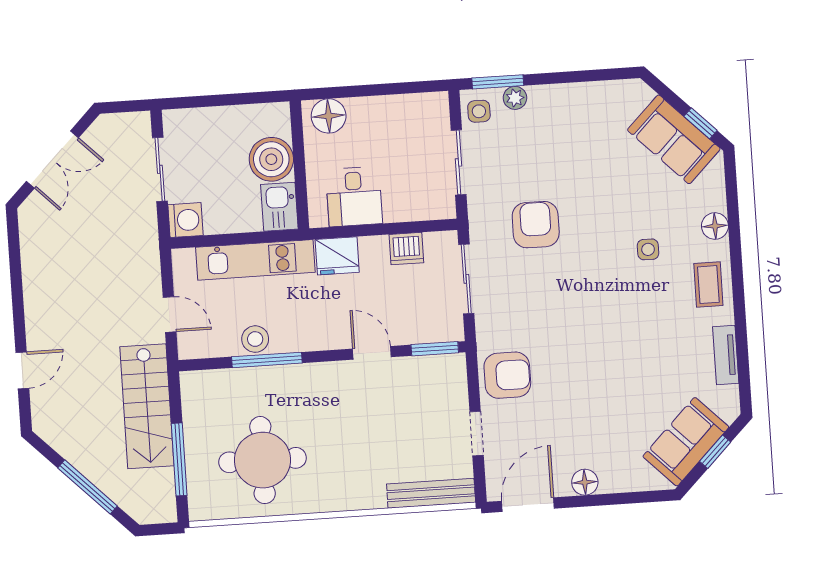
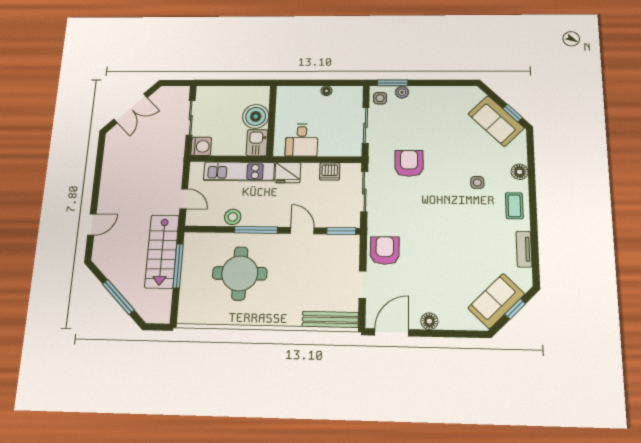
floor lamp: (329, 116) -> (326, 91), moved, width x0.53, depth x0.53
window: (267, 360) -> (256, 230), moved
armchair: (507, 375) -> (385, 250), turned -90
window: (179, 459) -> (178, 266), moved
round table: (262, 460) -> (240, 273), moved

